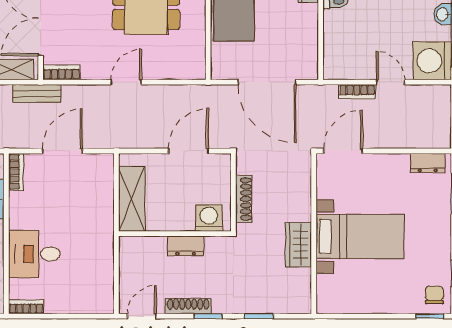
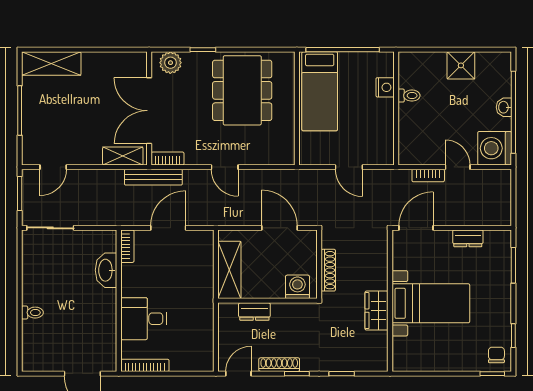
door: (126, 82) -> (225, 167), swing flipped
door: (267, 82) -> (349, 167), width x0.53
bench: (37, 94) -> (153, 177), width x1.36
door: (188, 151) -> (280, 228), hinge flipped
dresser: (428, 163) -> (468, 238), moved
dresser: (186, 246) -> (254, 312), moved
bookcase: (26, 307) -> (145, 365), width x1.56

